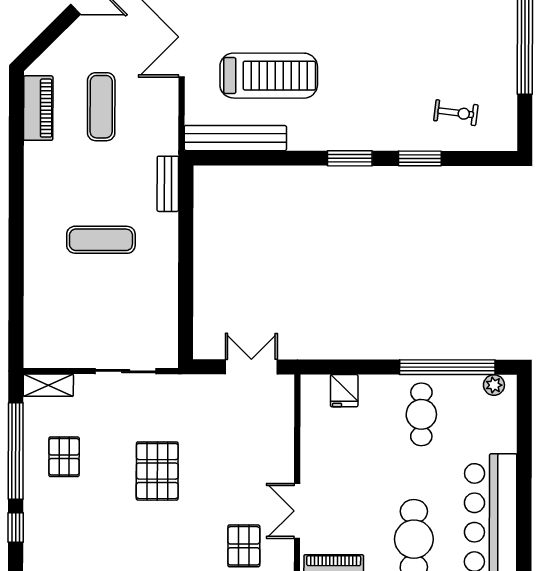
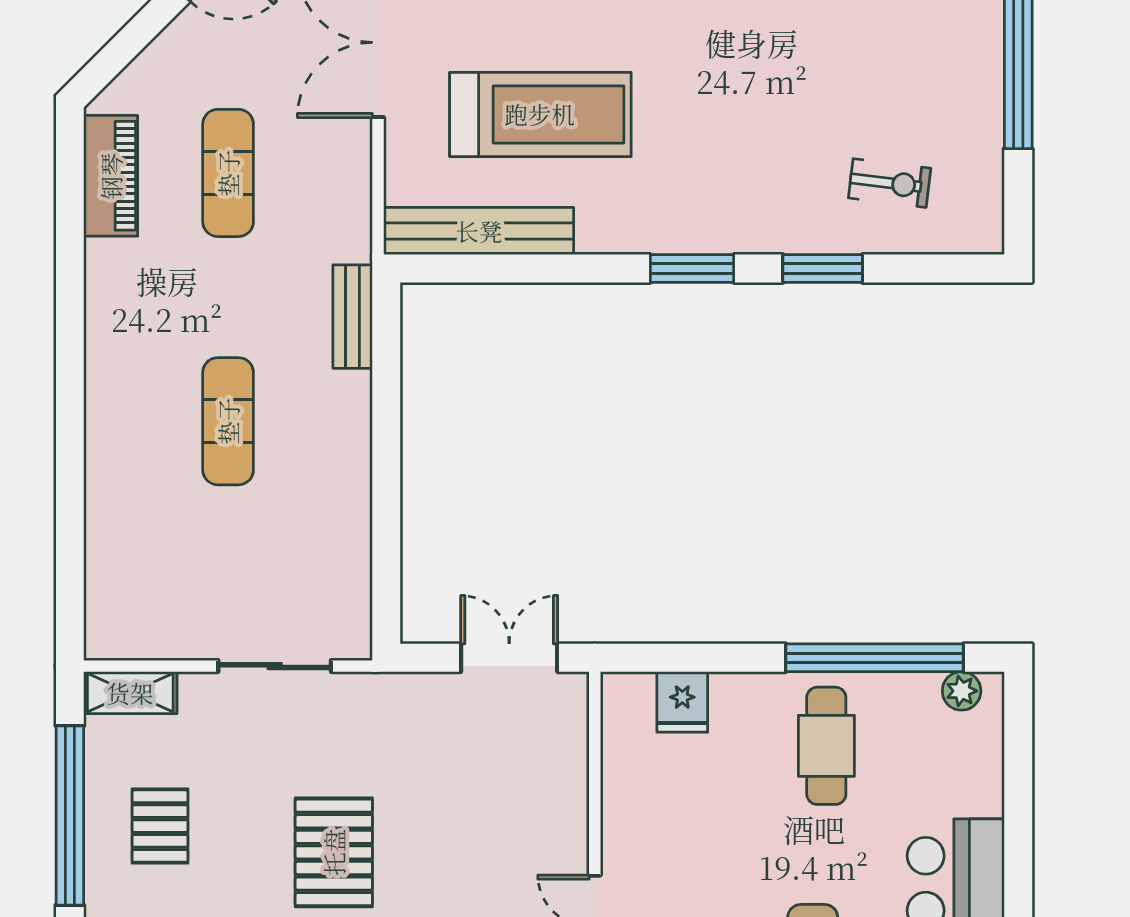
exercise mat: (101, 240) -> (228, 421), turned 90

